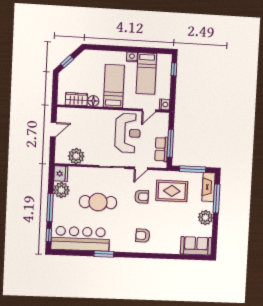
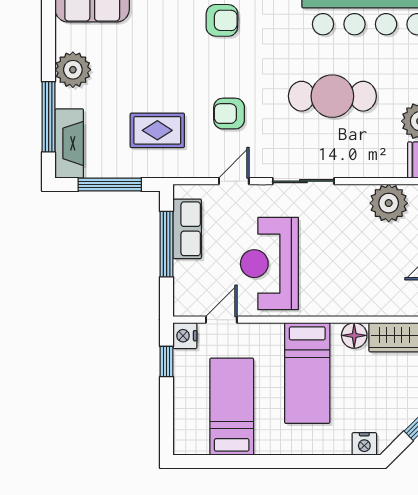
nightstand: (132, 57) -> (364, 444), moved
window: (174, 69) -> (167, 362), moved
rug: (172, 191) -> (157, 130), width x0.73, depth x0.70

